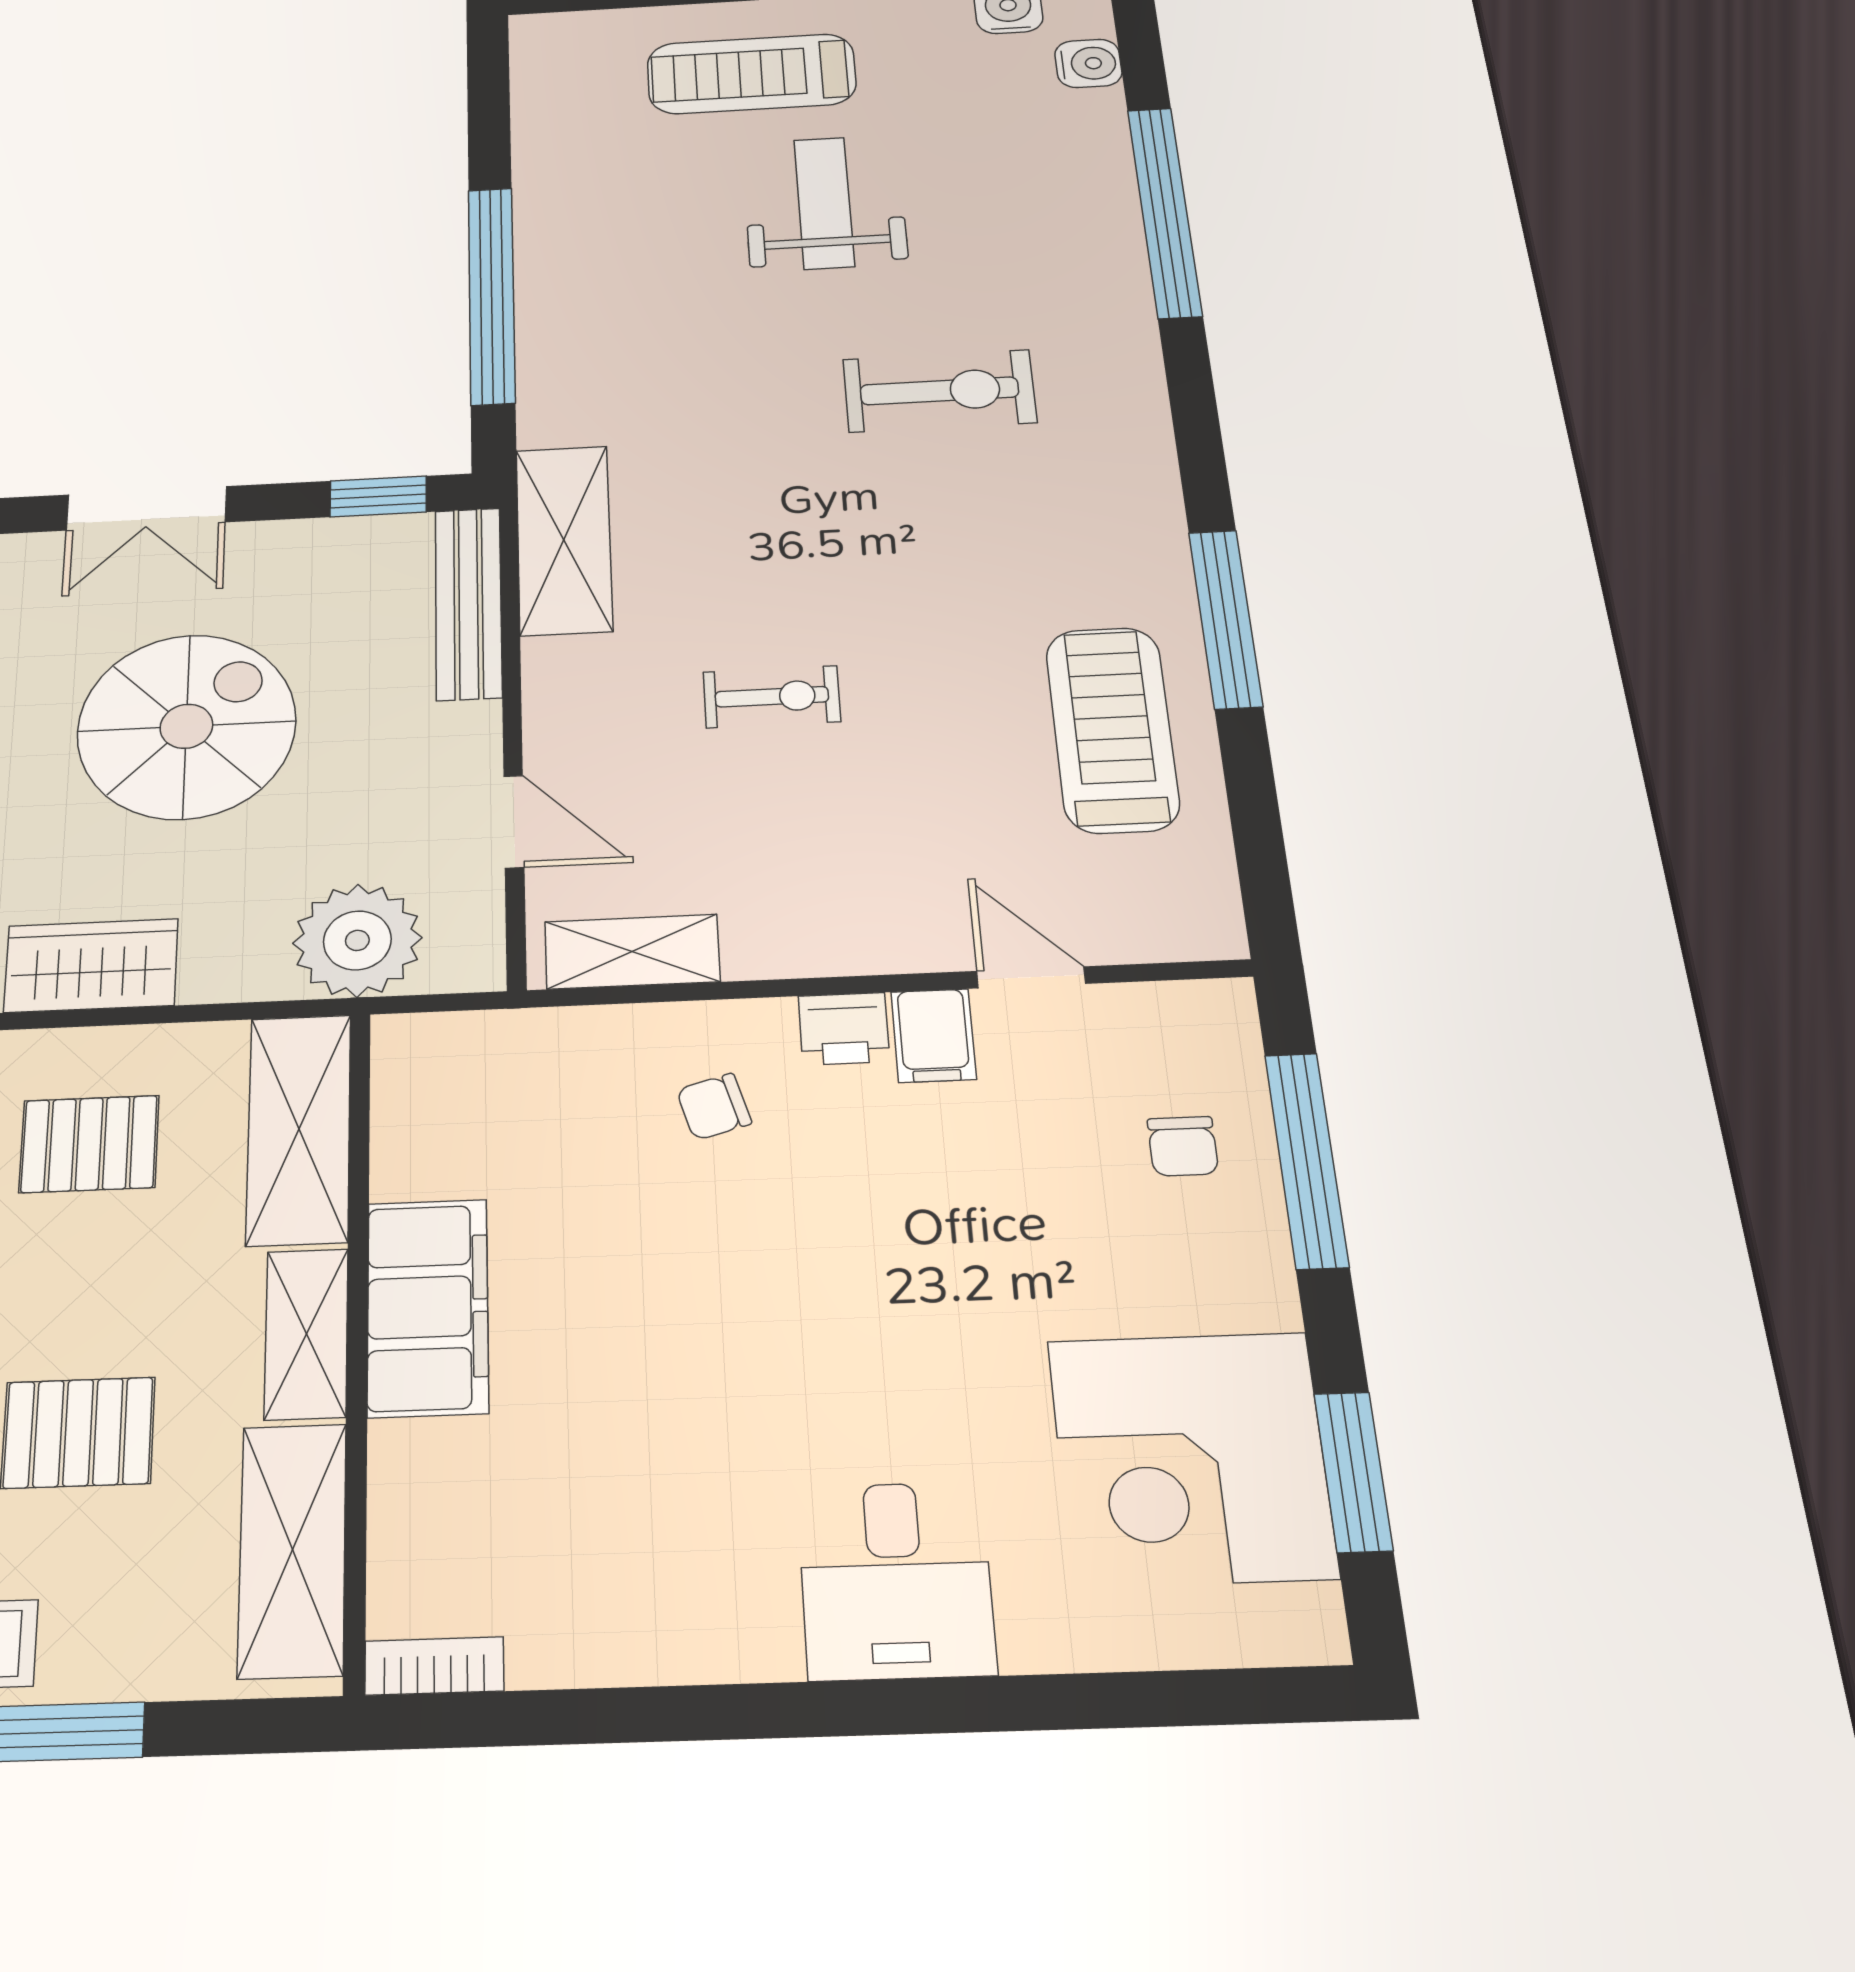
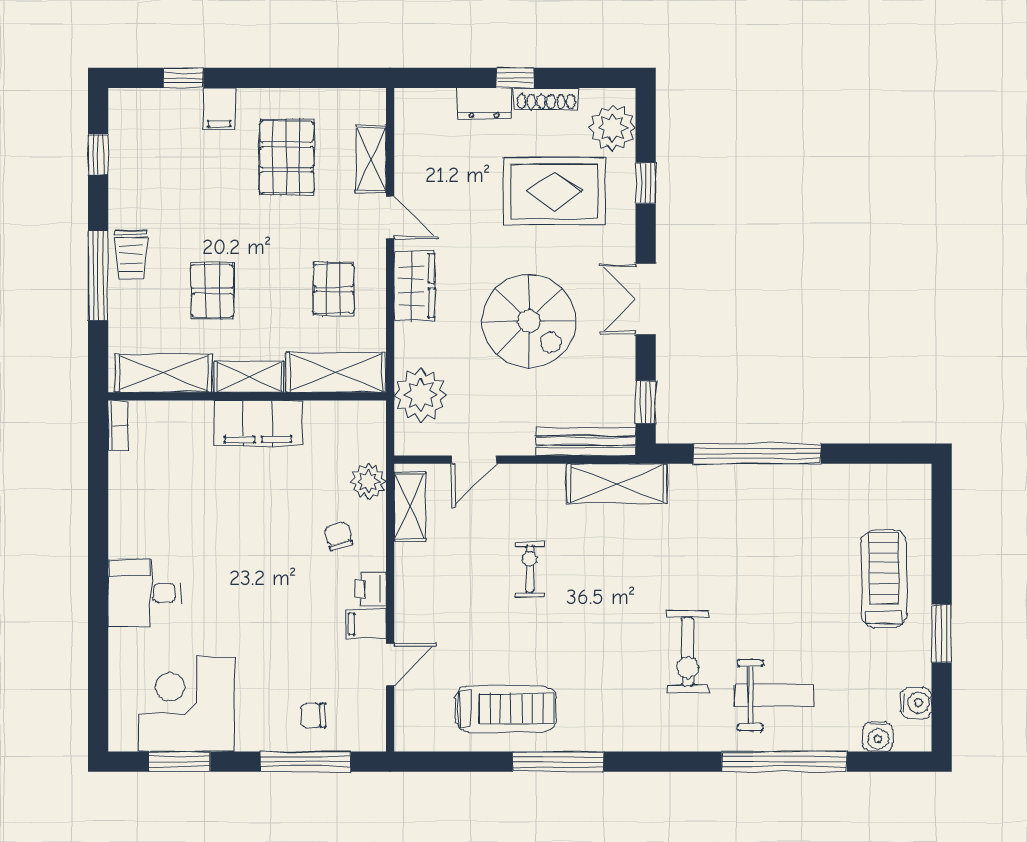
weight bench: (824, 203) -> (774, 695), moved
exercise bike: (772, 697) -> (530, 569), turned 180
plant: (573, 1046) -> (368, 481), added

